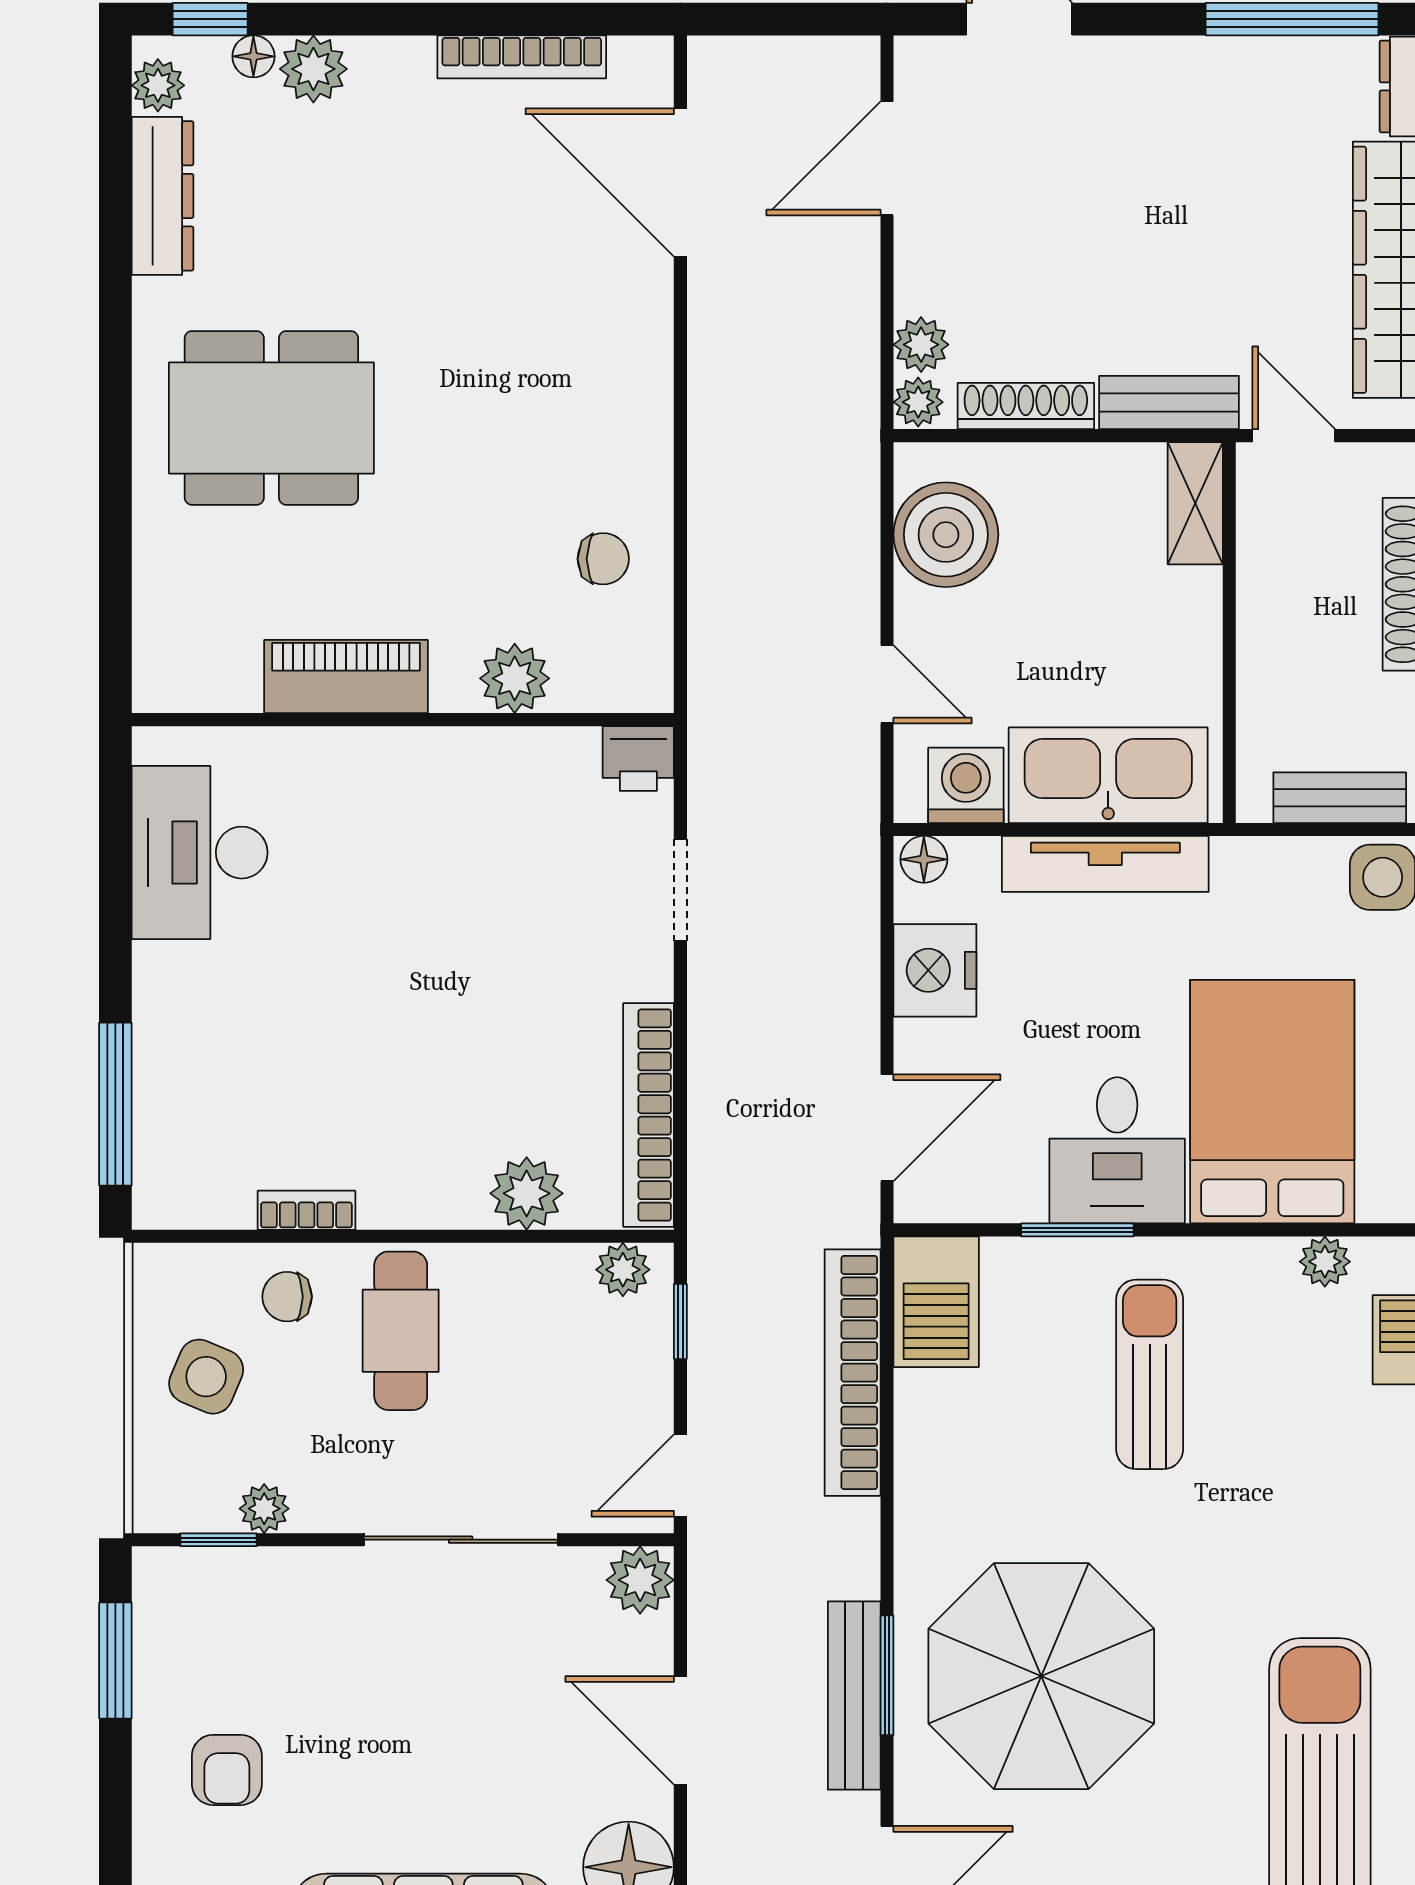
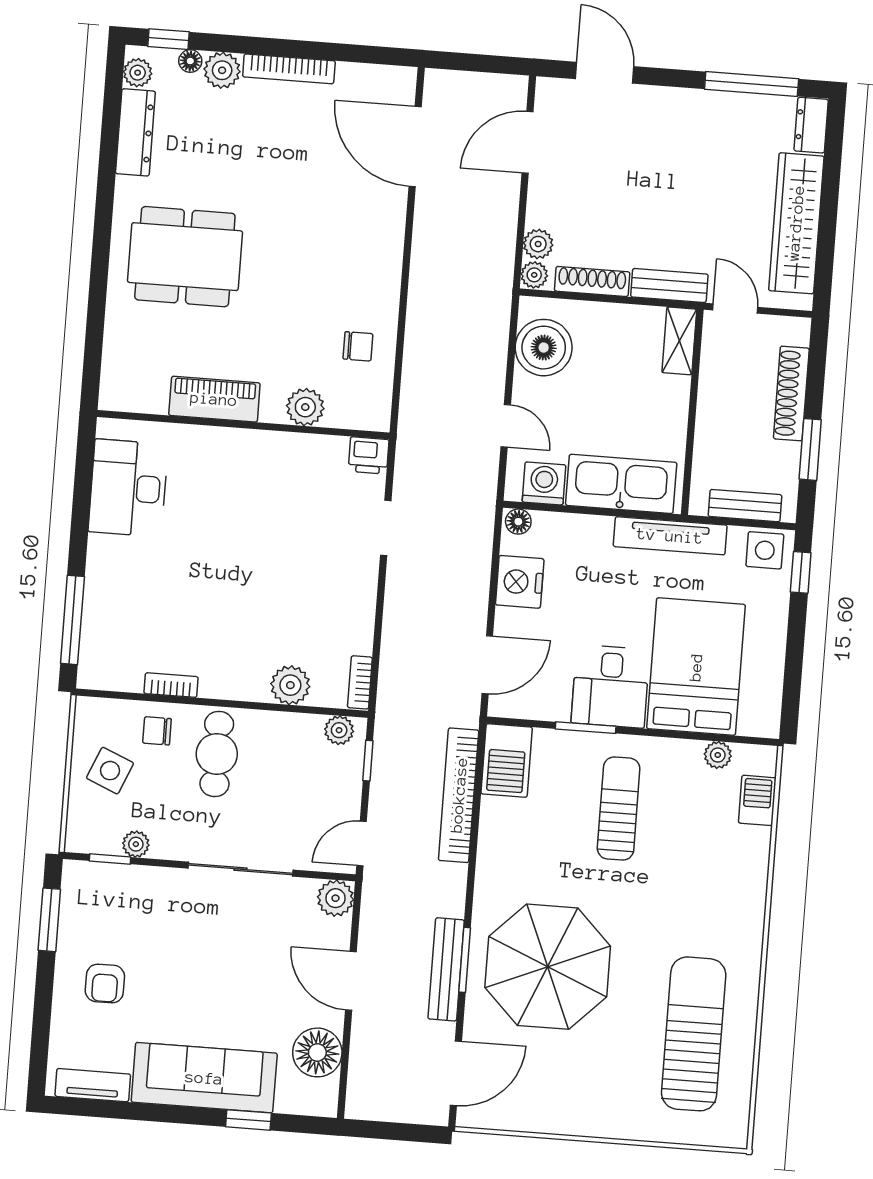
bookcase: (522, 57) -> (289, 69), moved
tv unit: (1105, 864) -> (670, 536), moved
bookcase: (649, 1115) -> (360, 682), width x0.43, depth x0.76

